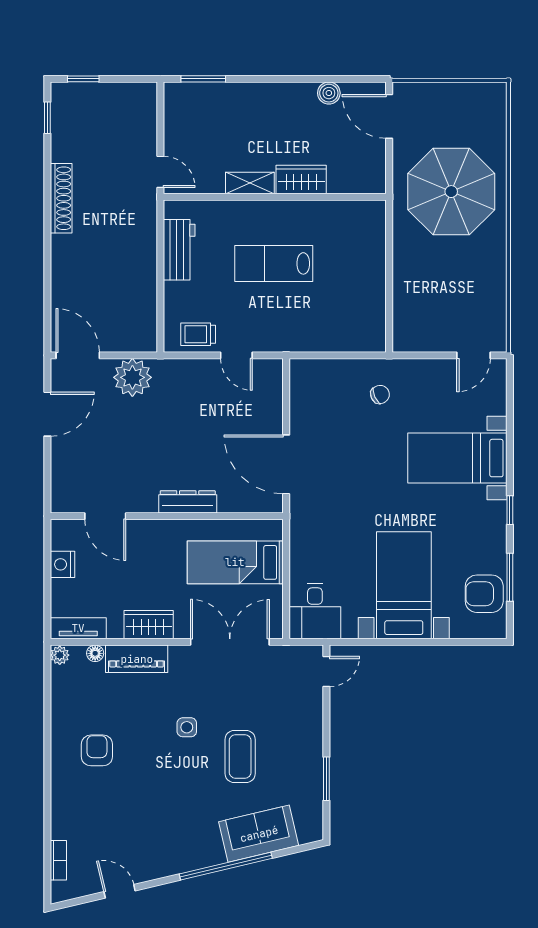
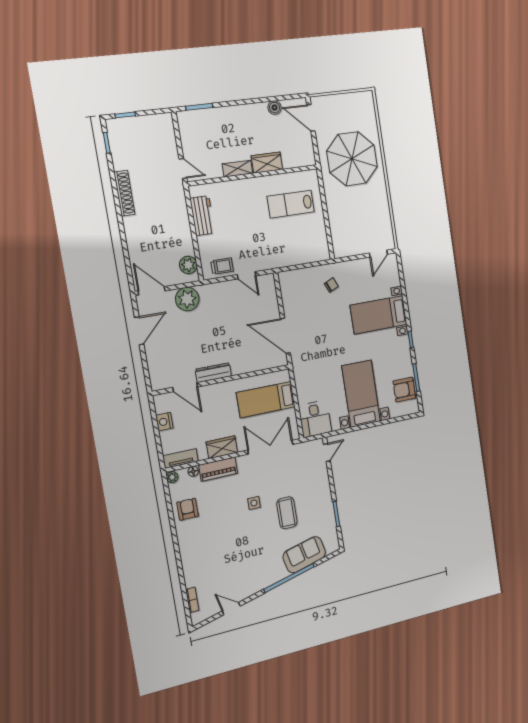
lab bench: (274, 263) -> (291, 204), moved
plant: (143, 324) -> (188, 265), added
trolley: (198, 334) -> (222, 266), turned 180
dresser: (188, 502) -> (213, 373), moved
armchair: (97, 750) -> (188, 509), moved

